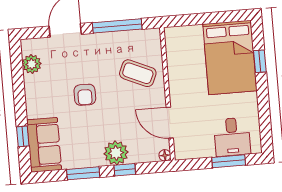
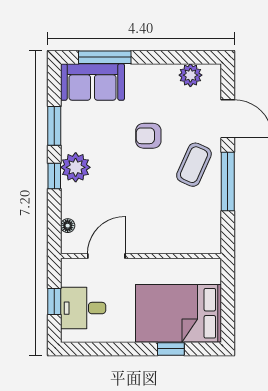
coffee table: (138, 73) -> (194, 165), moved
wall: (167, 94) -> (141, 256), moved
door: (170, 123) -> (106, 256), moved
window: (23, 136) -> (105, 57), width x2.17
window: (229, 161) -> (54, 302), width x0.67

